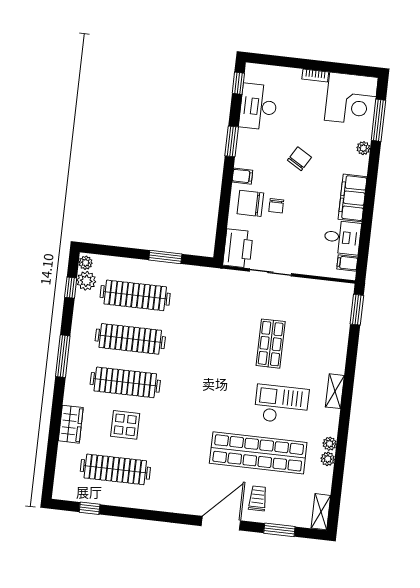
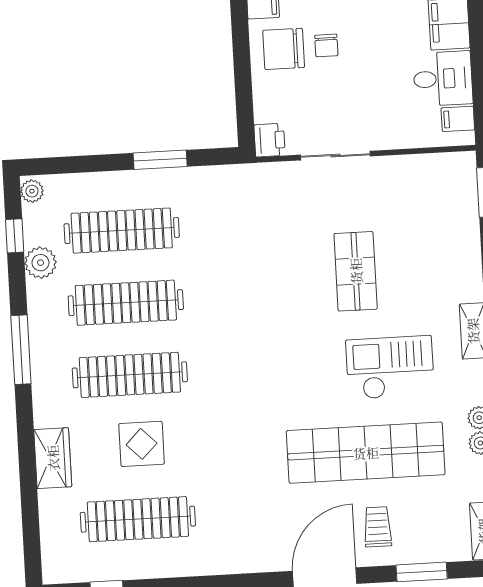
printer: (238, 248) -> (270, 140), width x0.53, depth x0.68
plant: (86, 281) -> (40, 263), moved

